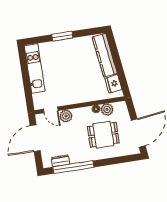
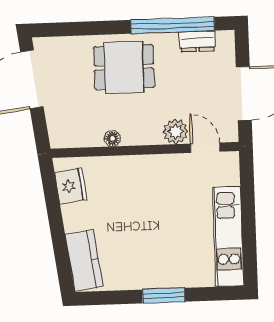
kitchen counter: (105, 55) -> (84, 261), width x0.67
plant: (107, 109) -> (90, 135), removed
dining table: (103, 135) -> (124, 67), moved

